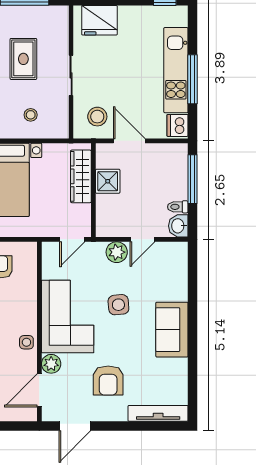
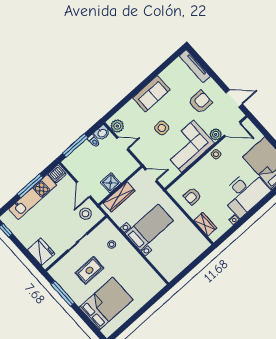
plant: (117, 252) -> (117, 126), moved

